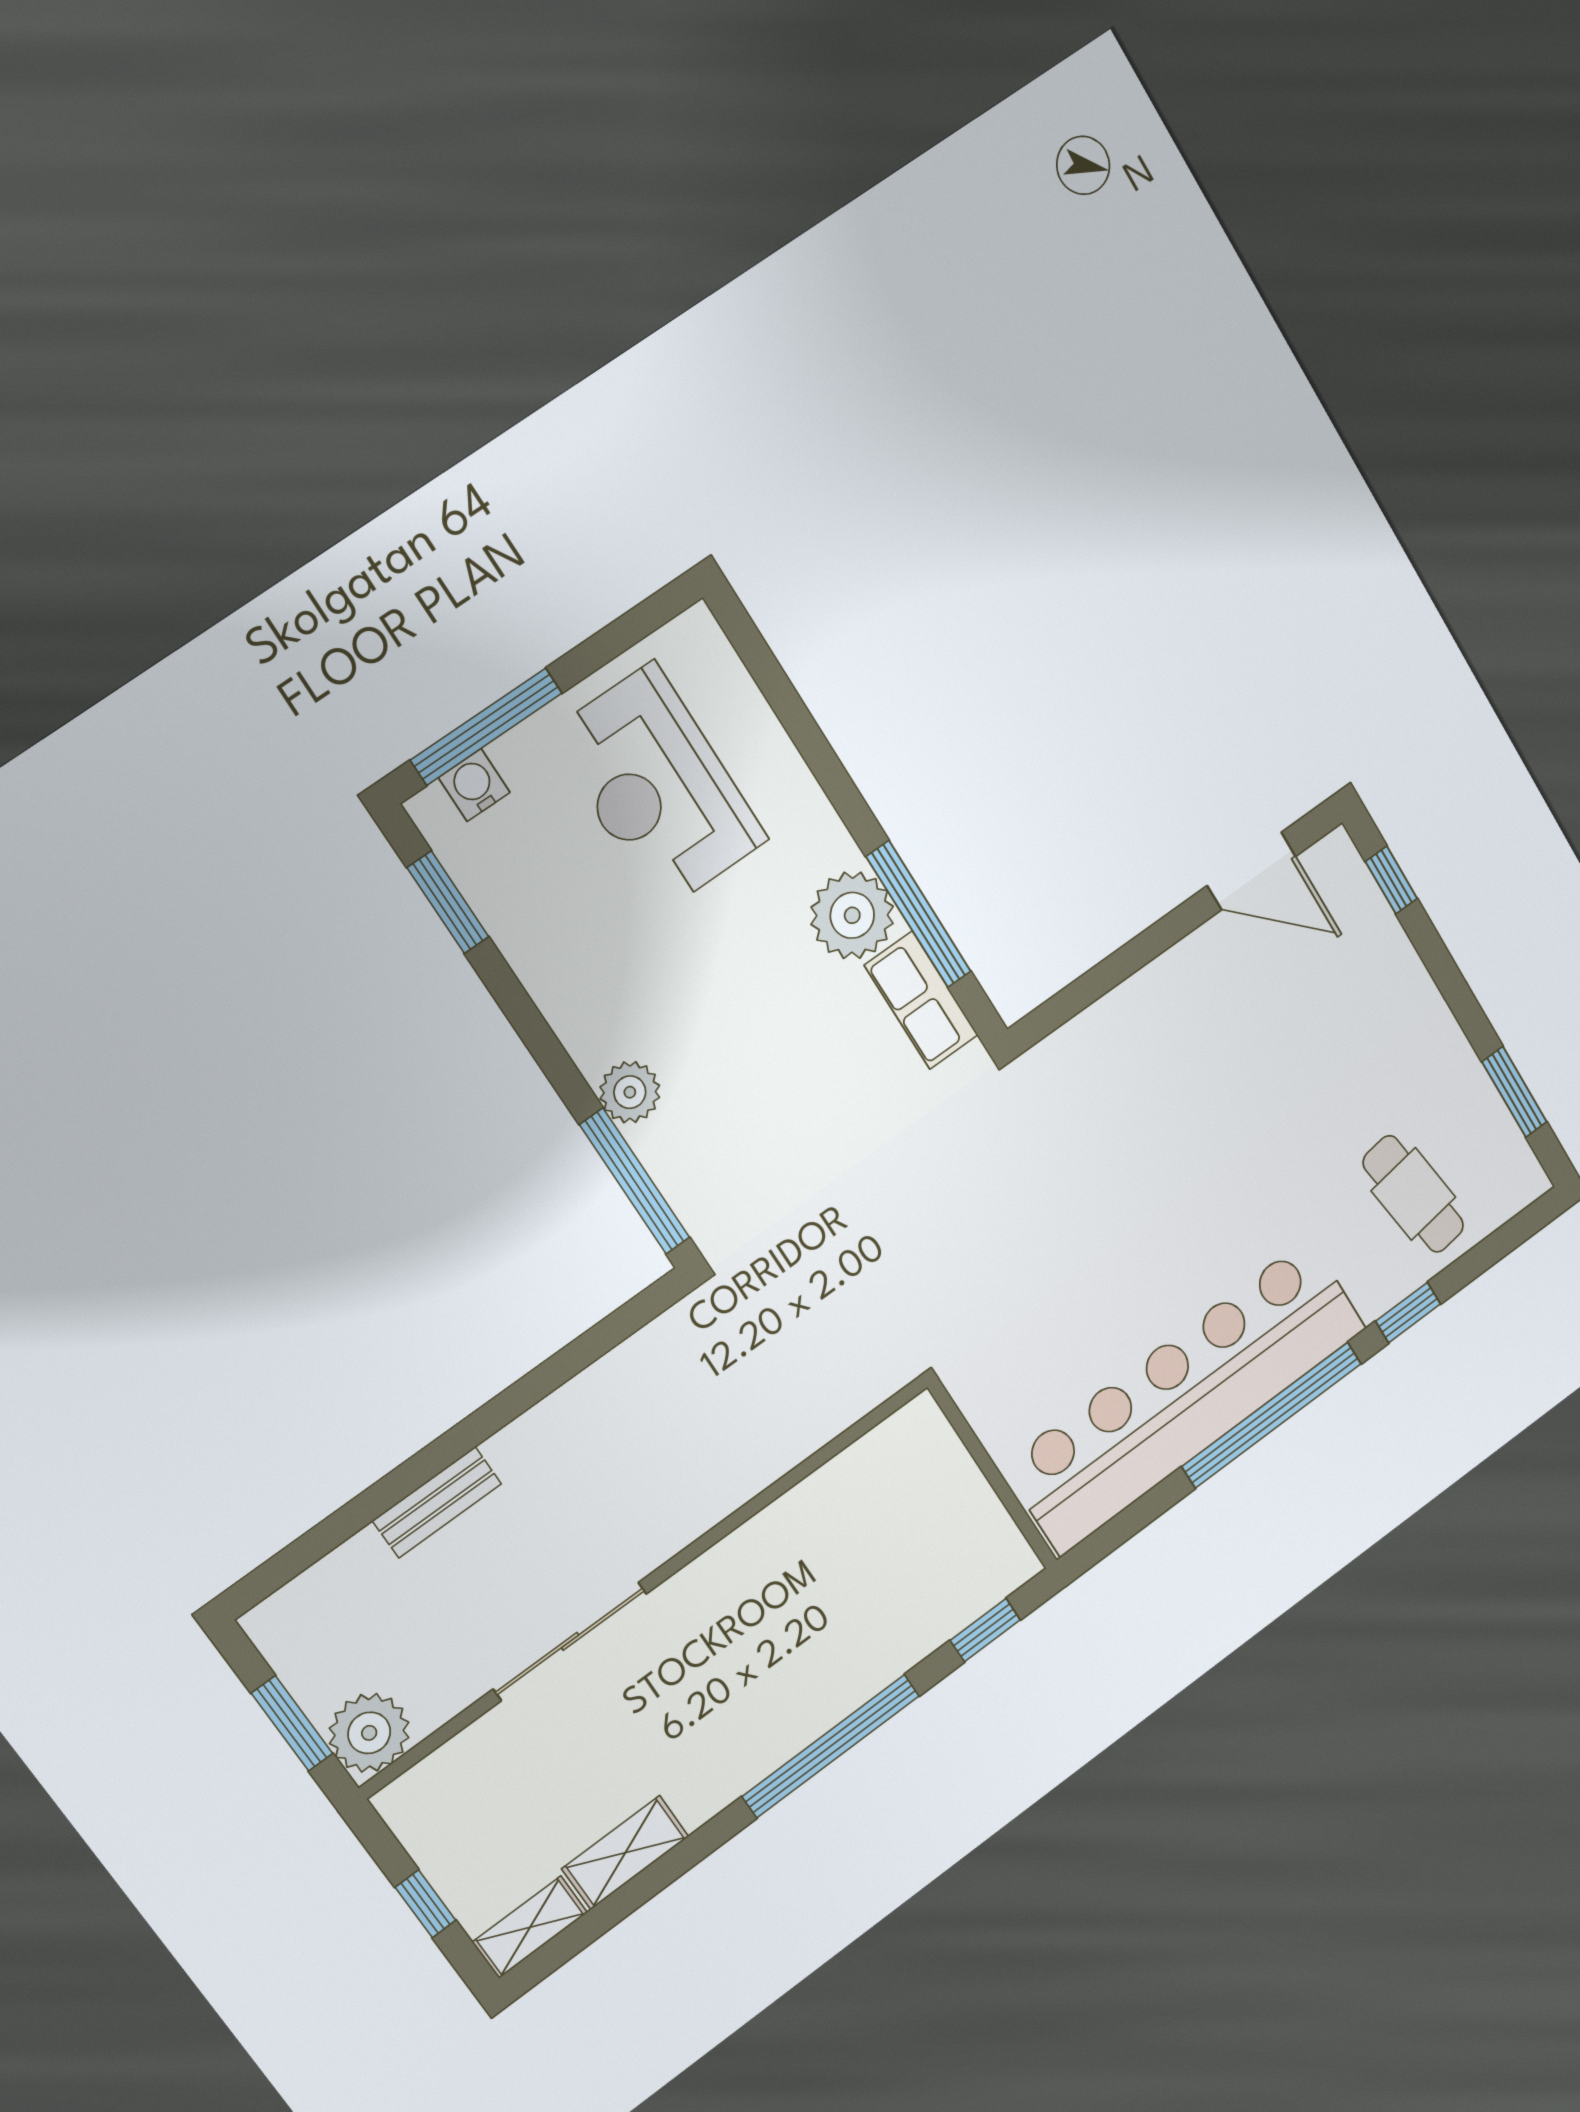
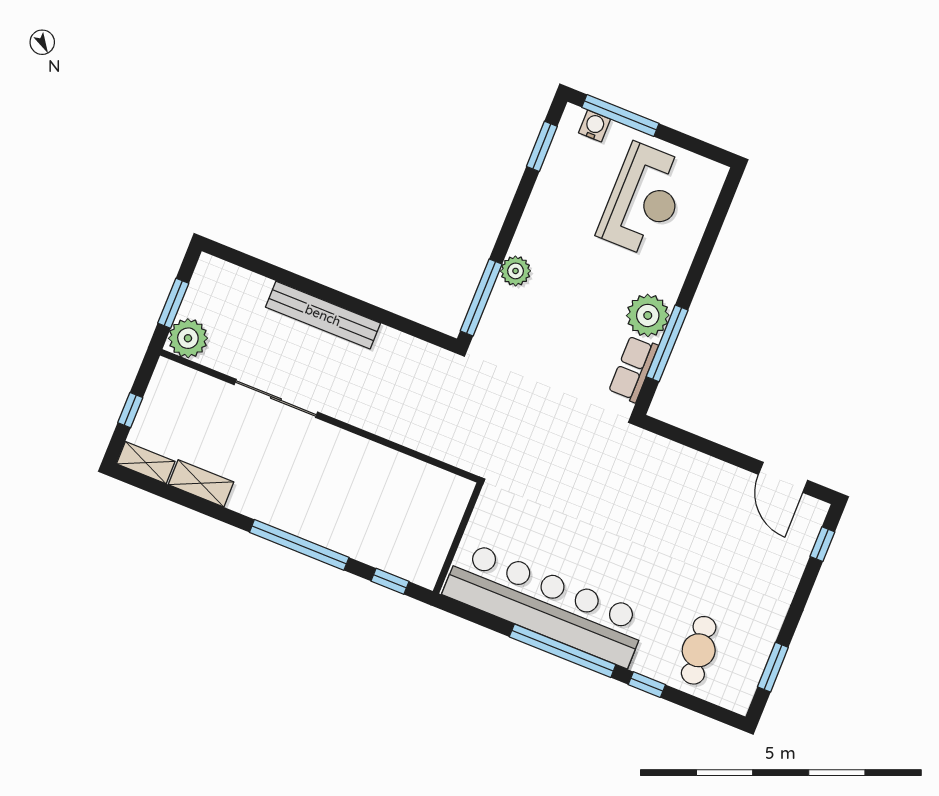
reception desk: (658, 787) -> (644, 200), turned 180
bench: (437, 1502) -> (323, 315), width x1.86, depth x1.21

